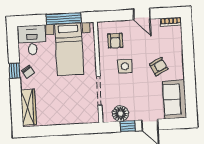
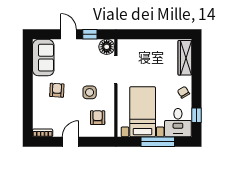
door: (142, 14) -> (71, 142), hinge flipped
window: (63, 19) -> (158, 142), moved
armchair: (159, 67) -> (57, 90), turned 119
window: (14, 71) -> (197, 115), moved
floor lamp: (120, 114) -> (107, 47), moved

